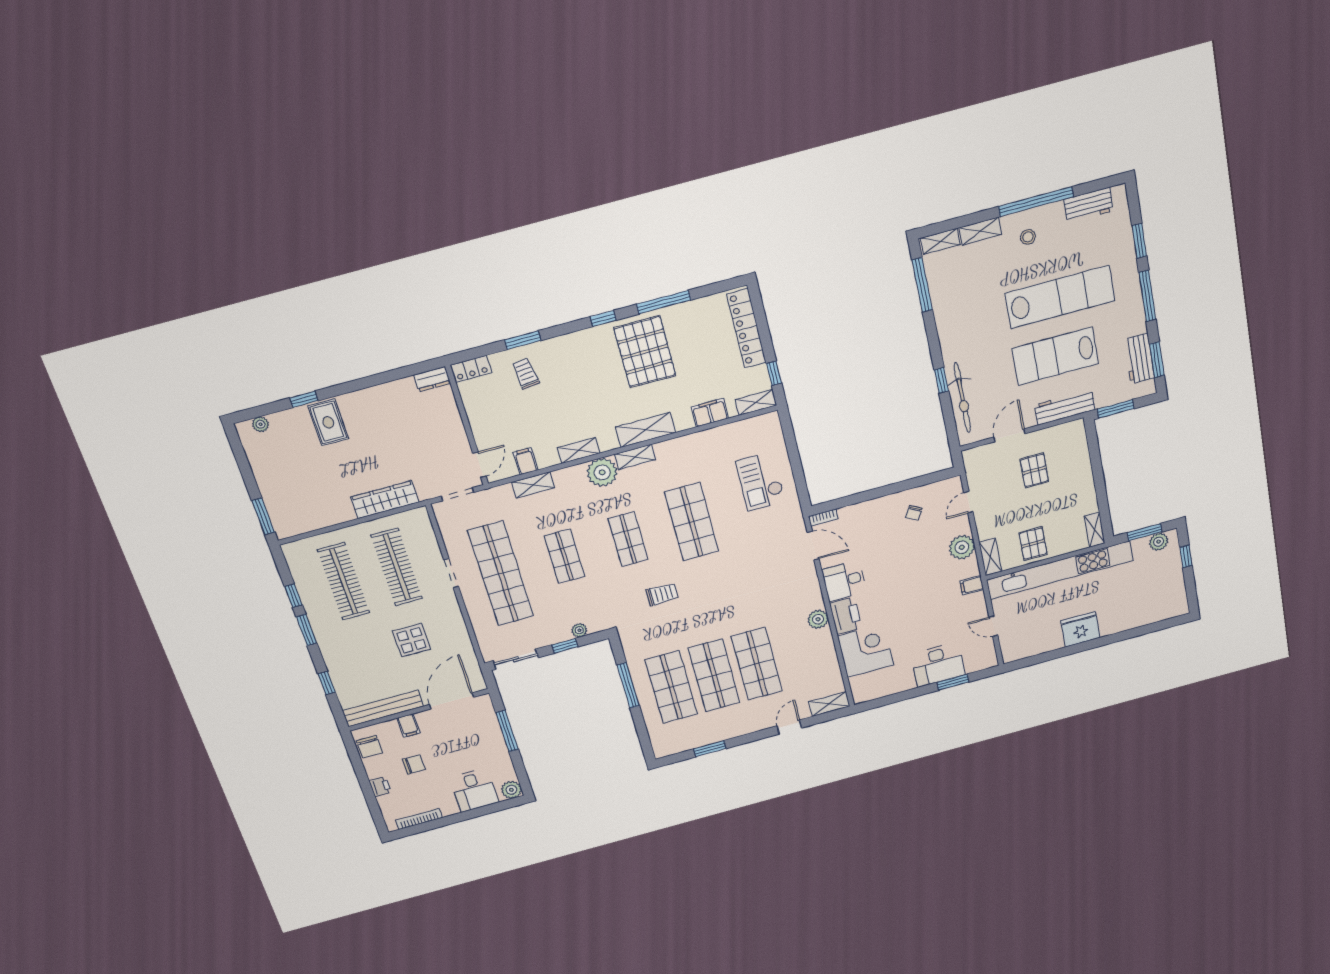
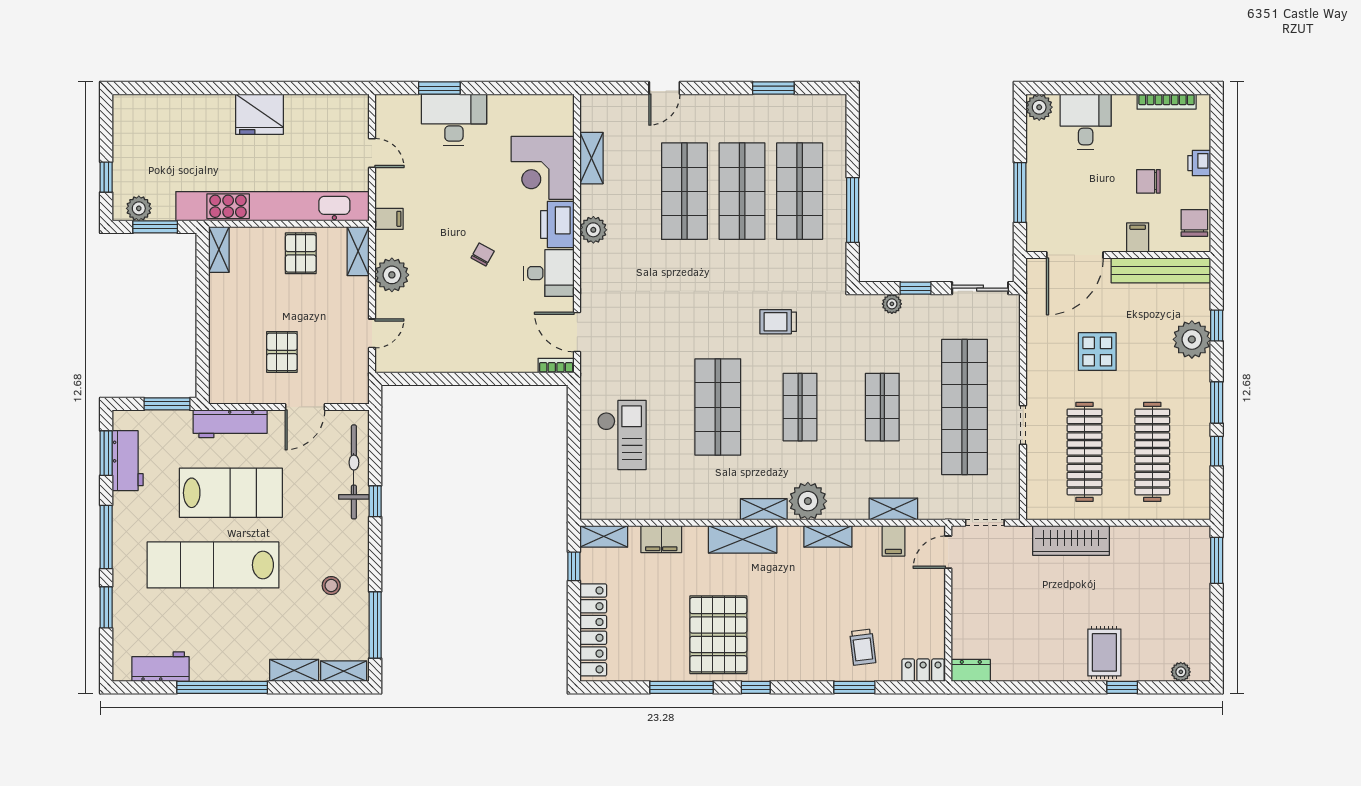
stool: (1028, 237) -> (331, 586), moved
chair: (914, 513) -> (483, 254), moved
plant: (342, 668) -> (1192, 339), added
shelving: (829, 704) -> (591, 158), moved, turned 90

